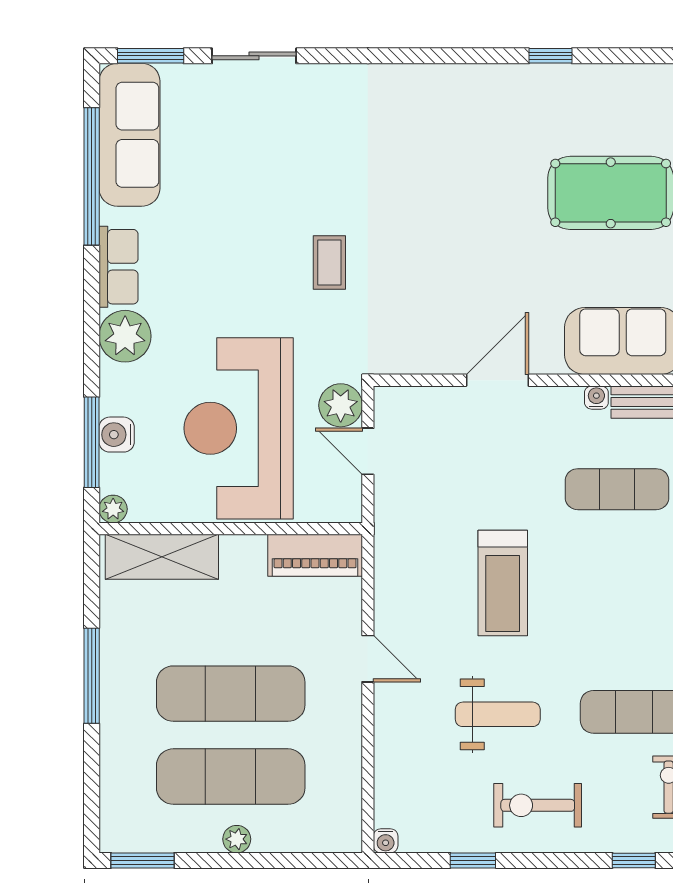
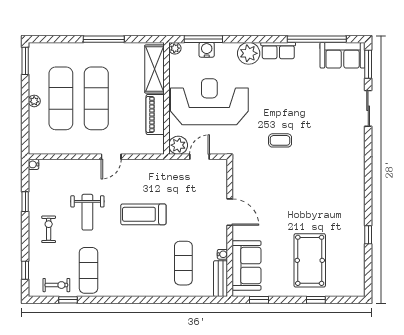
sofa: (129, 135) -> (343, 55), width x0.73
plant: (341, 405) -> (178, 145), moved
piano: (315, 555) -> (155, 115), moved
exercise bike: (538, 805) -> (49, 229), width x0.73, depth x0.72

